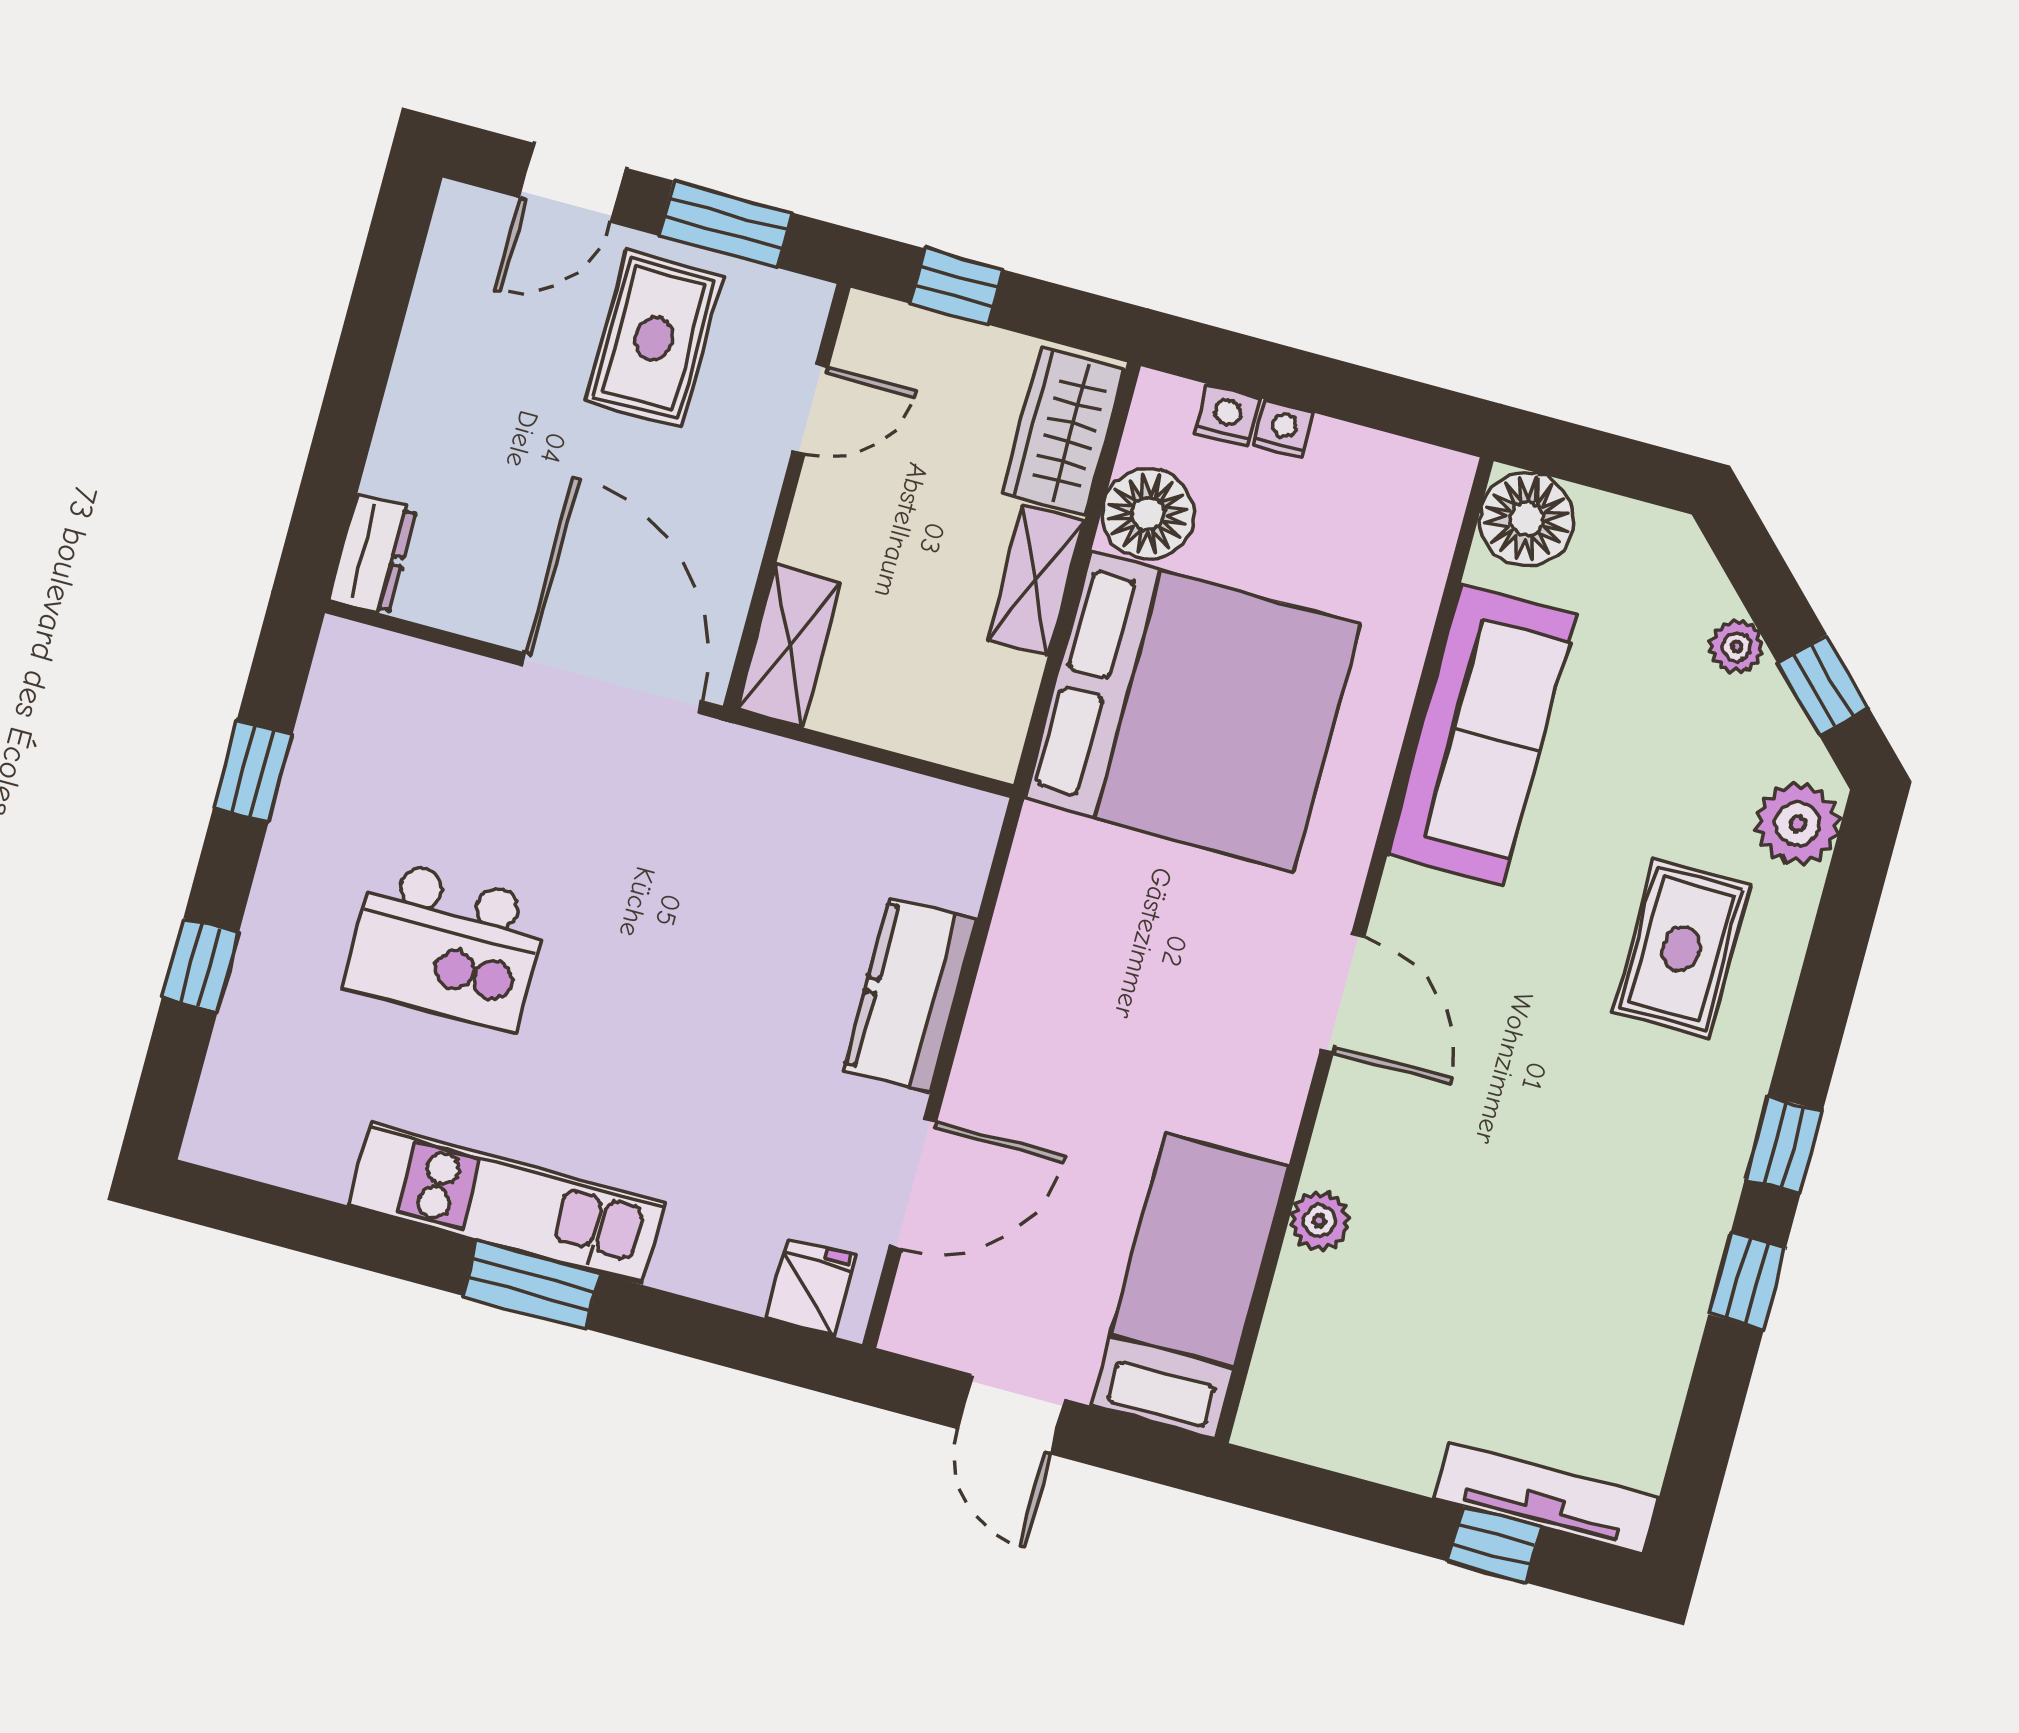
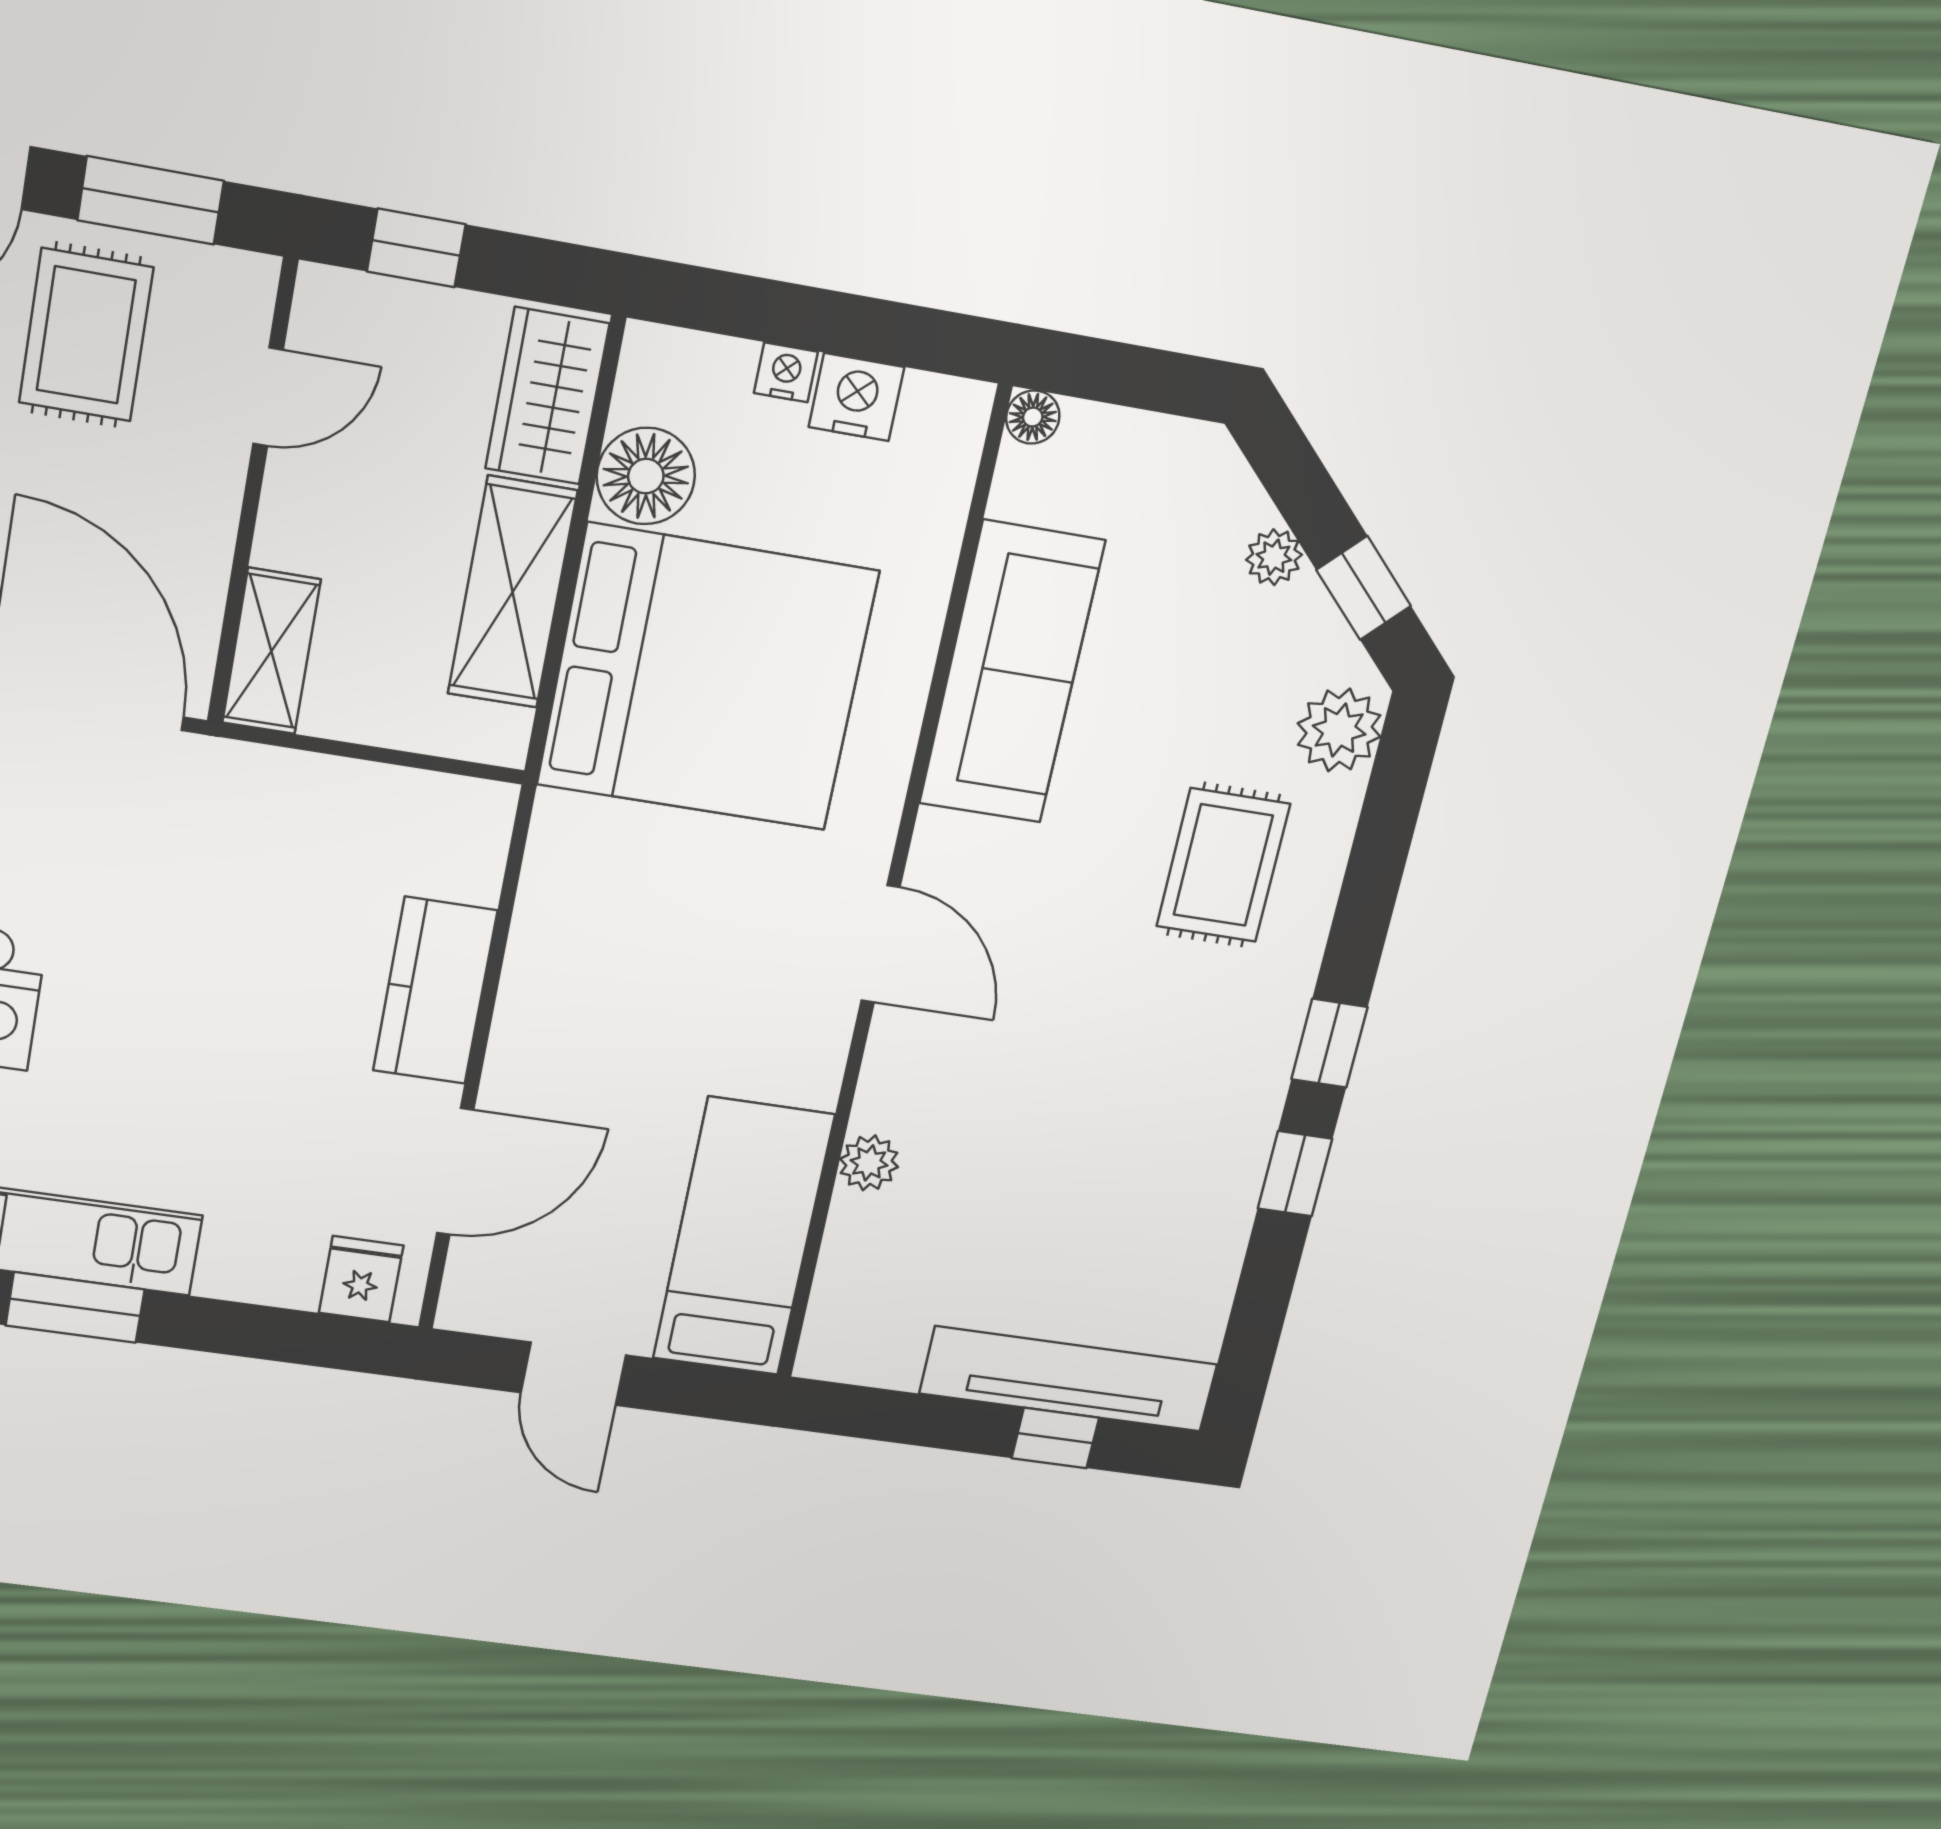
nightstand: (1227, 416) -> (856, 397), moved, width x1.39, depth x1.35
floor lamp: (1527, 519) -> (1033, 417), width x0.53, depth x0.53
shelving: (1036, 581) -> (512, 592), width x1.50, depth x1.33
tv unit: (1546, 1498) -> (1069, 1379), width x1.36, depth x1.29

